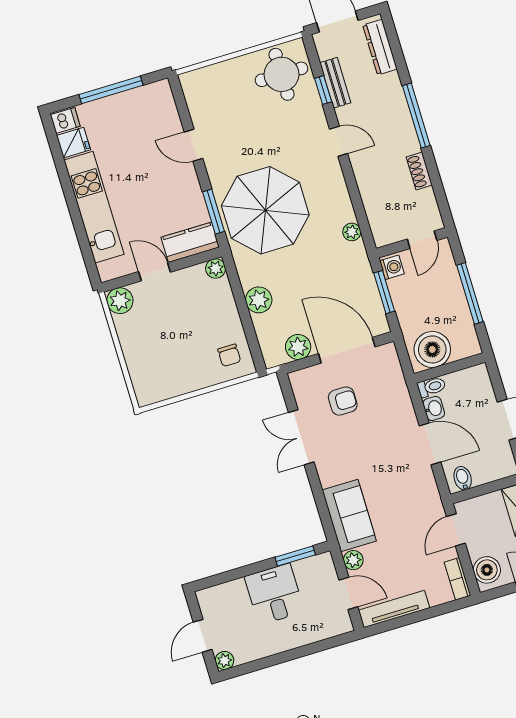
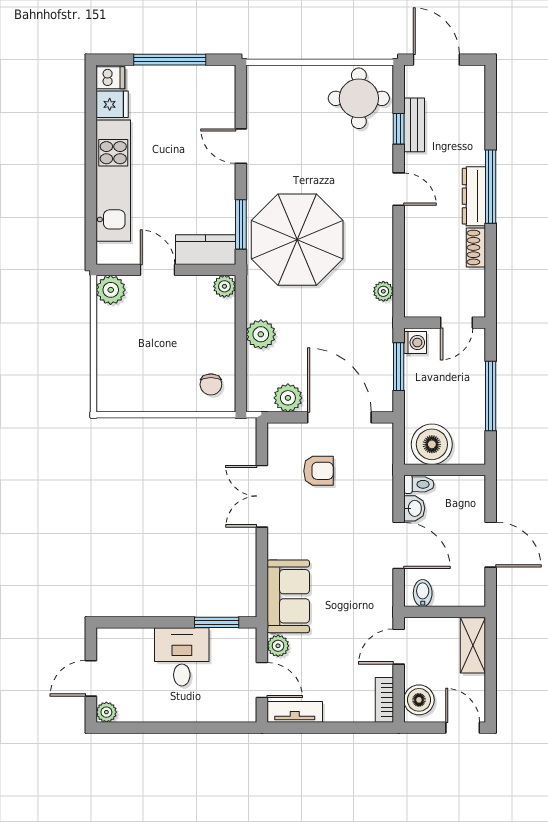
dresser: (380, 47) -> (474, 196), moved
tv unit: (394, 609) -> (295, 712), width x0.71

